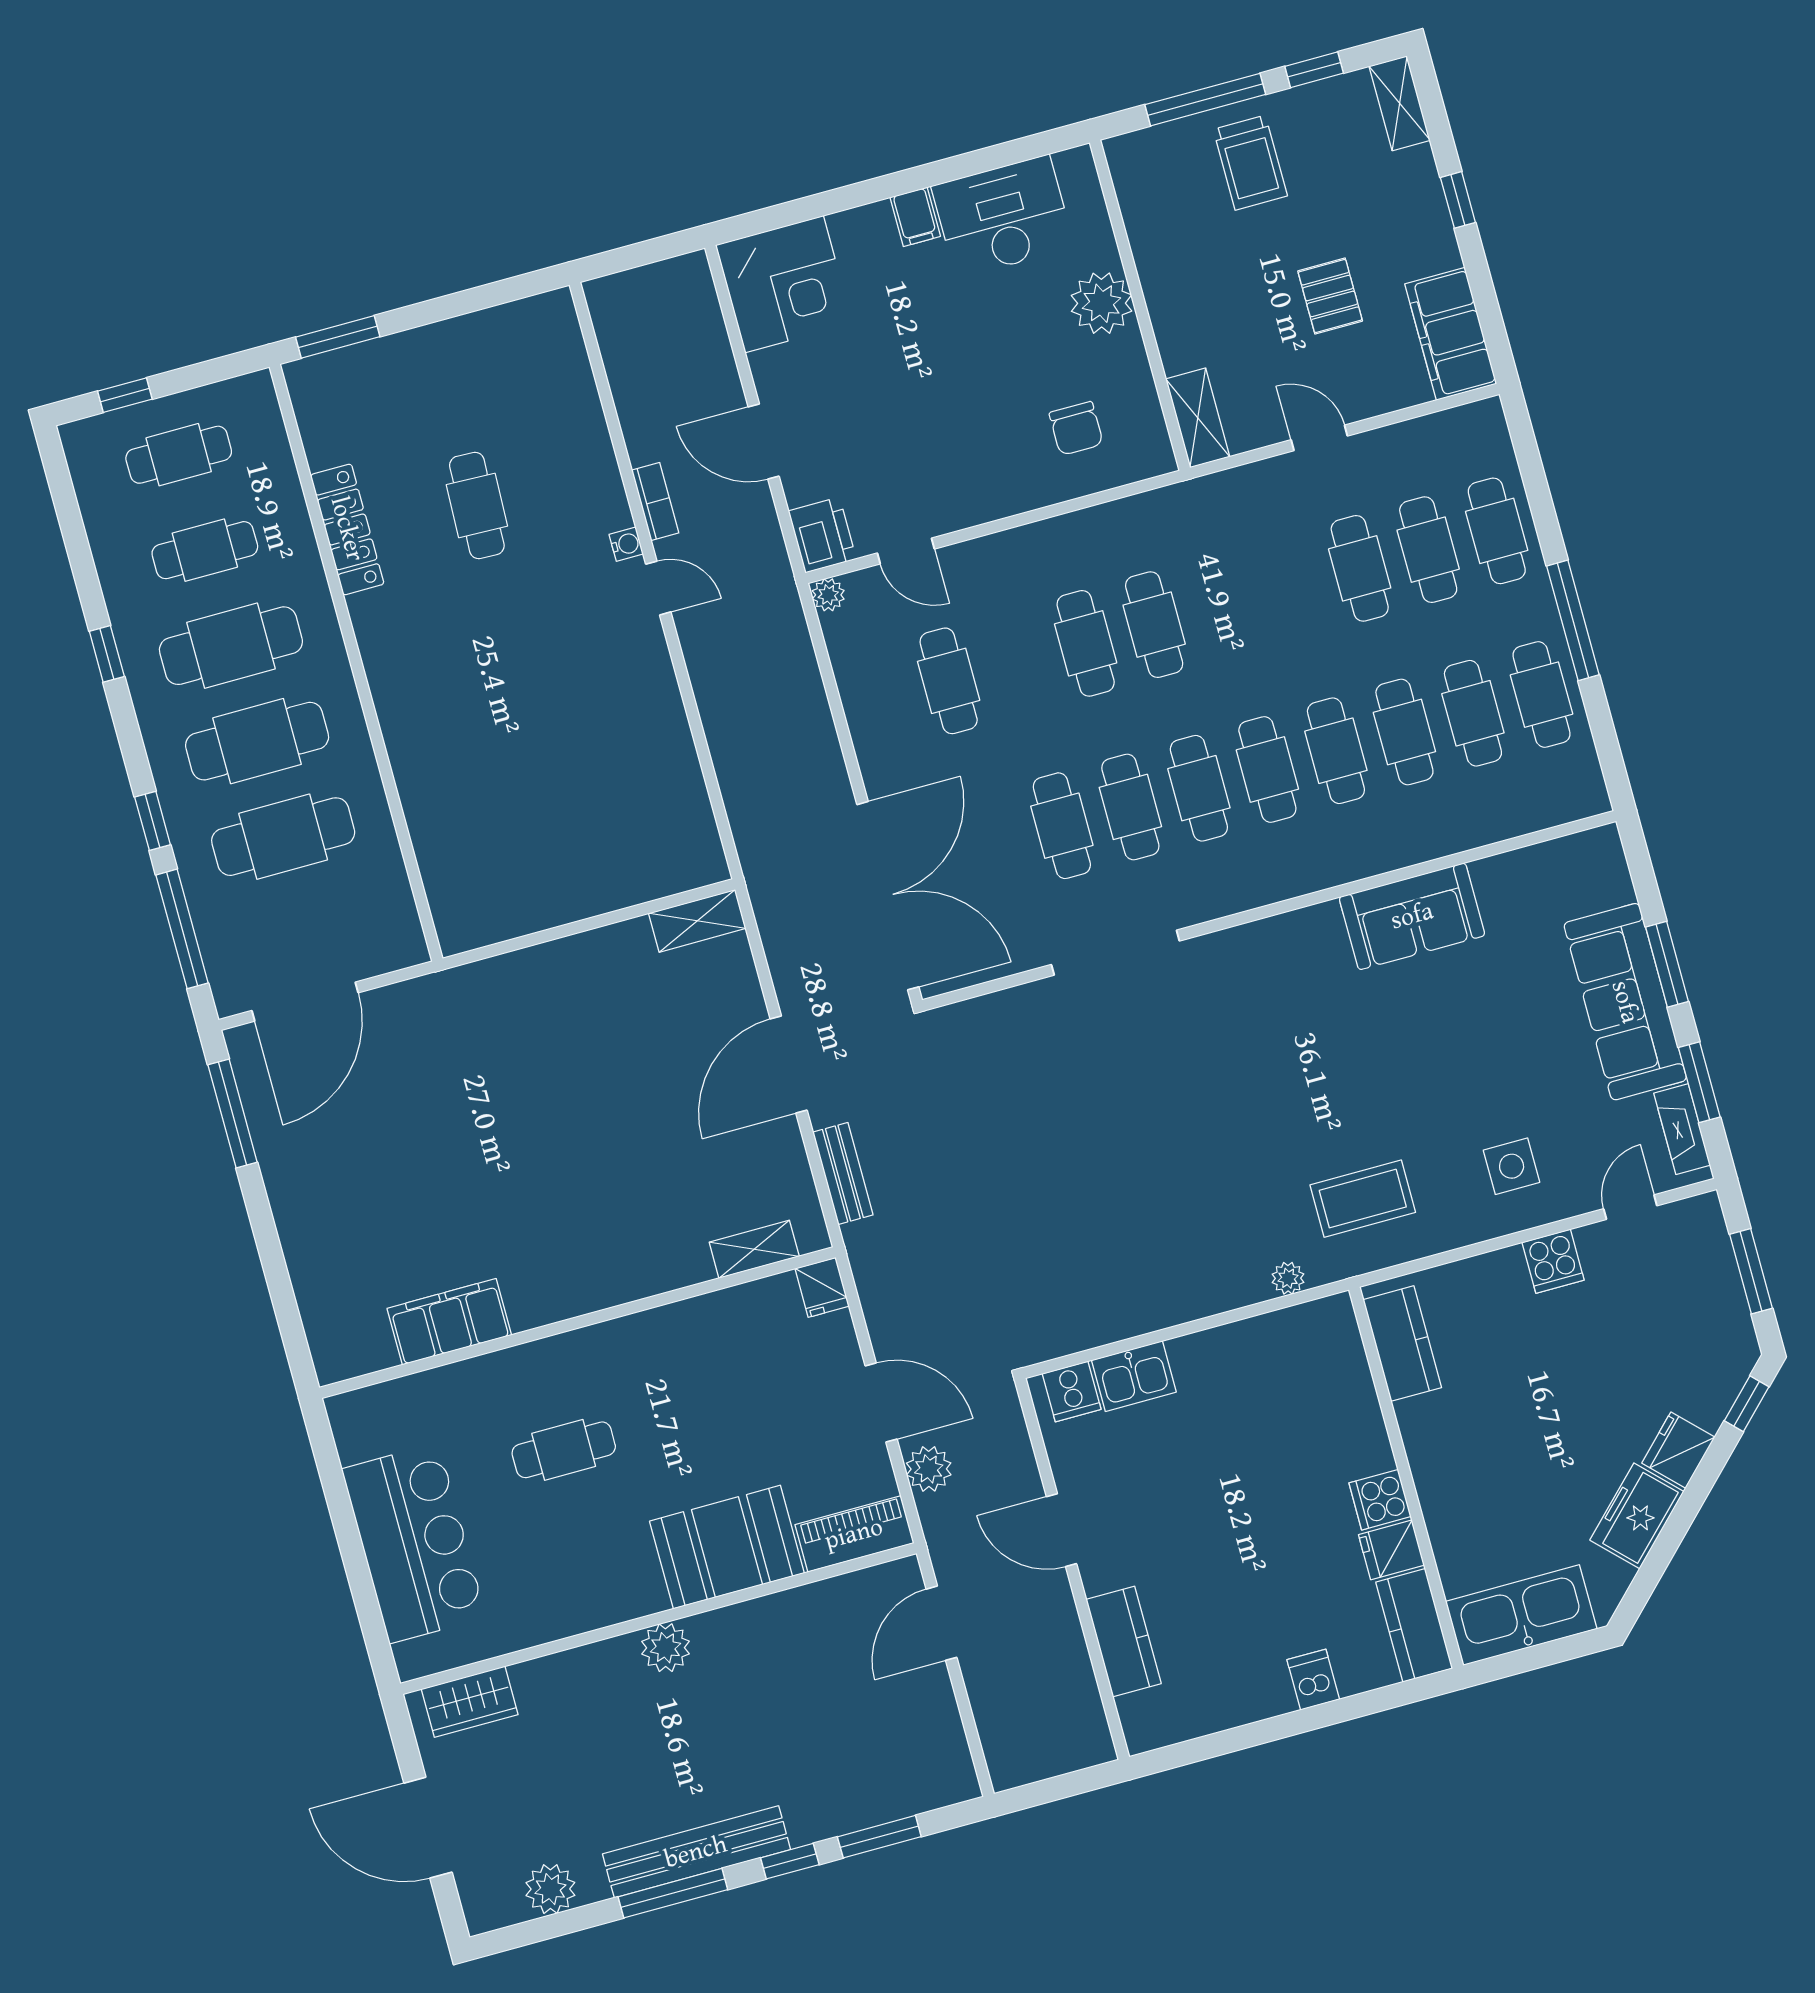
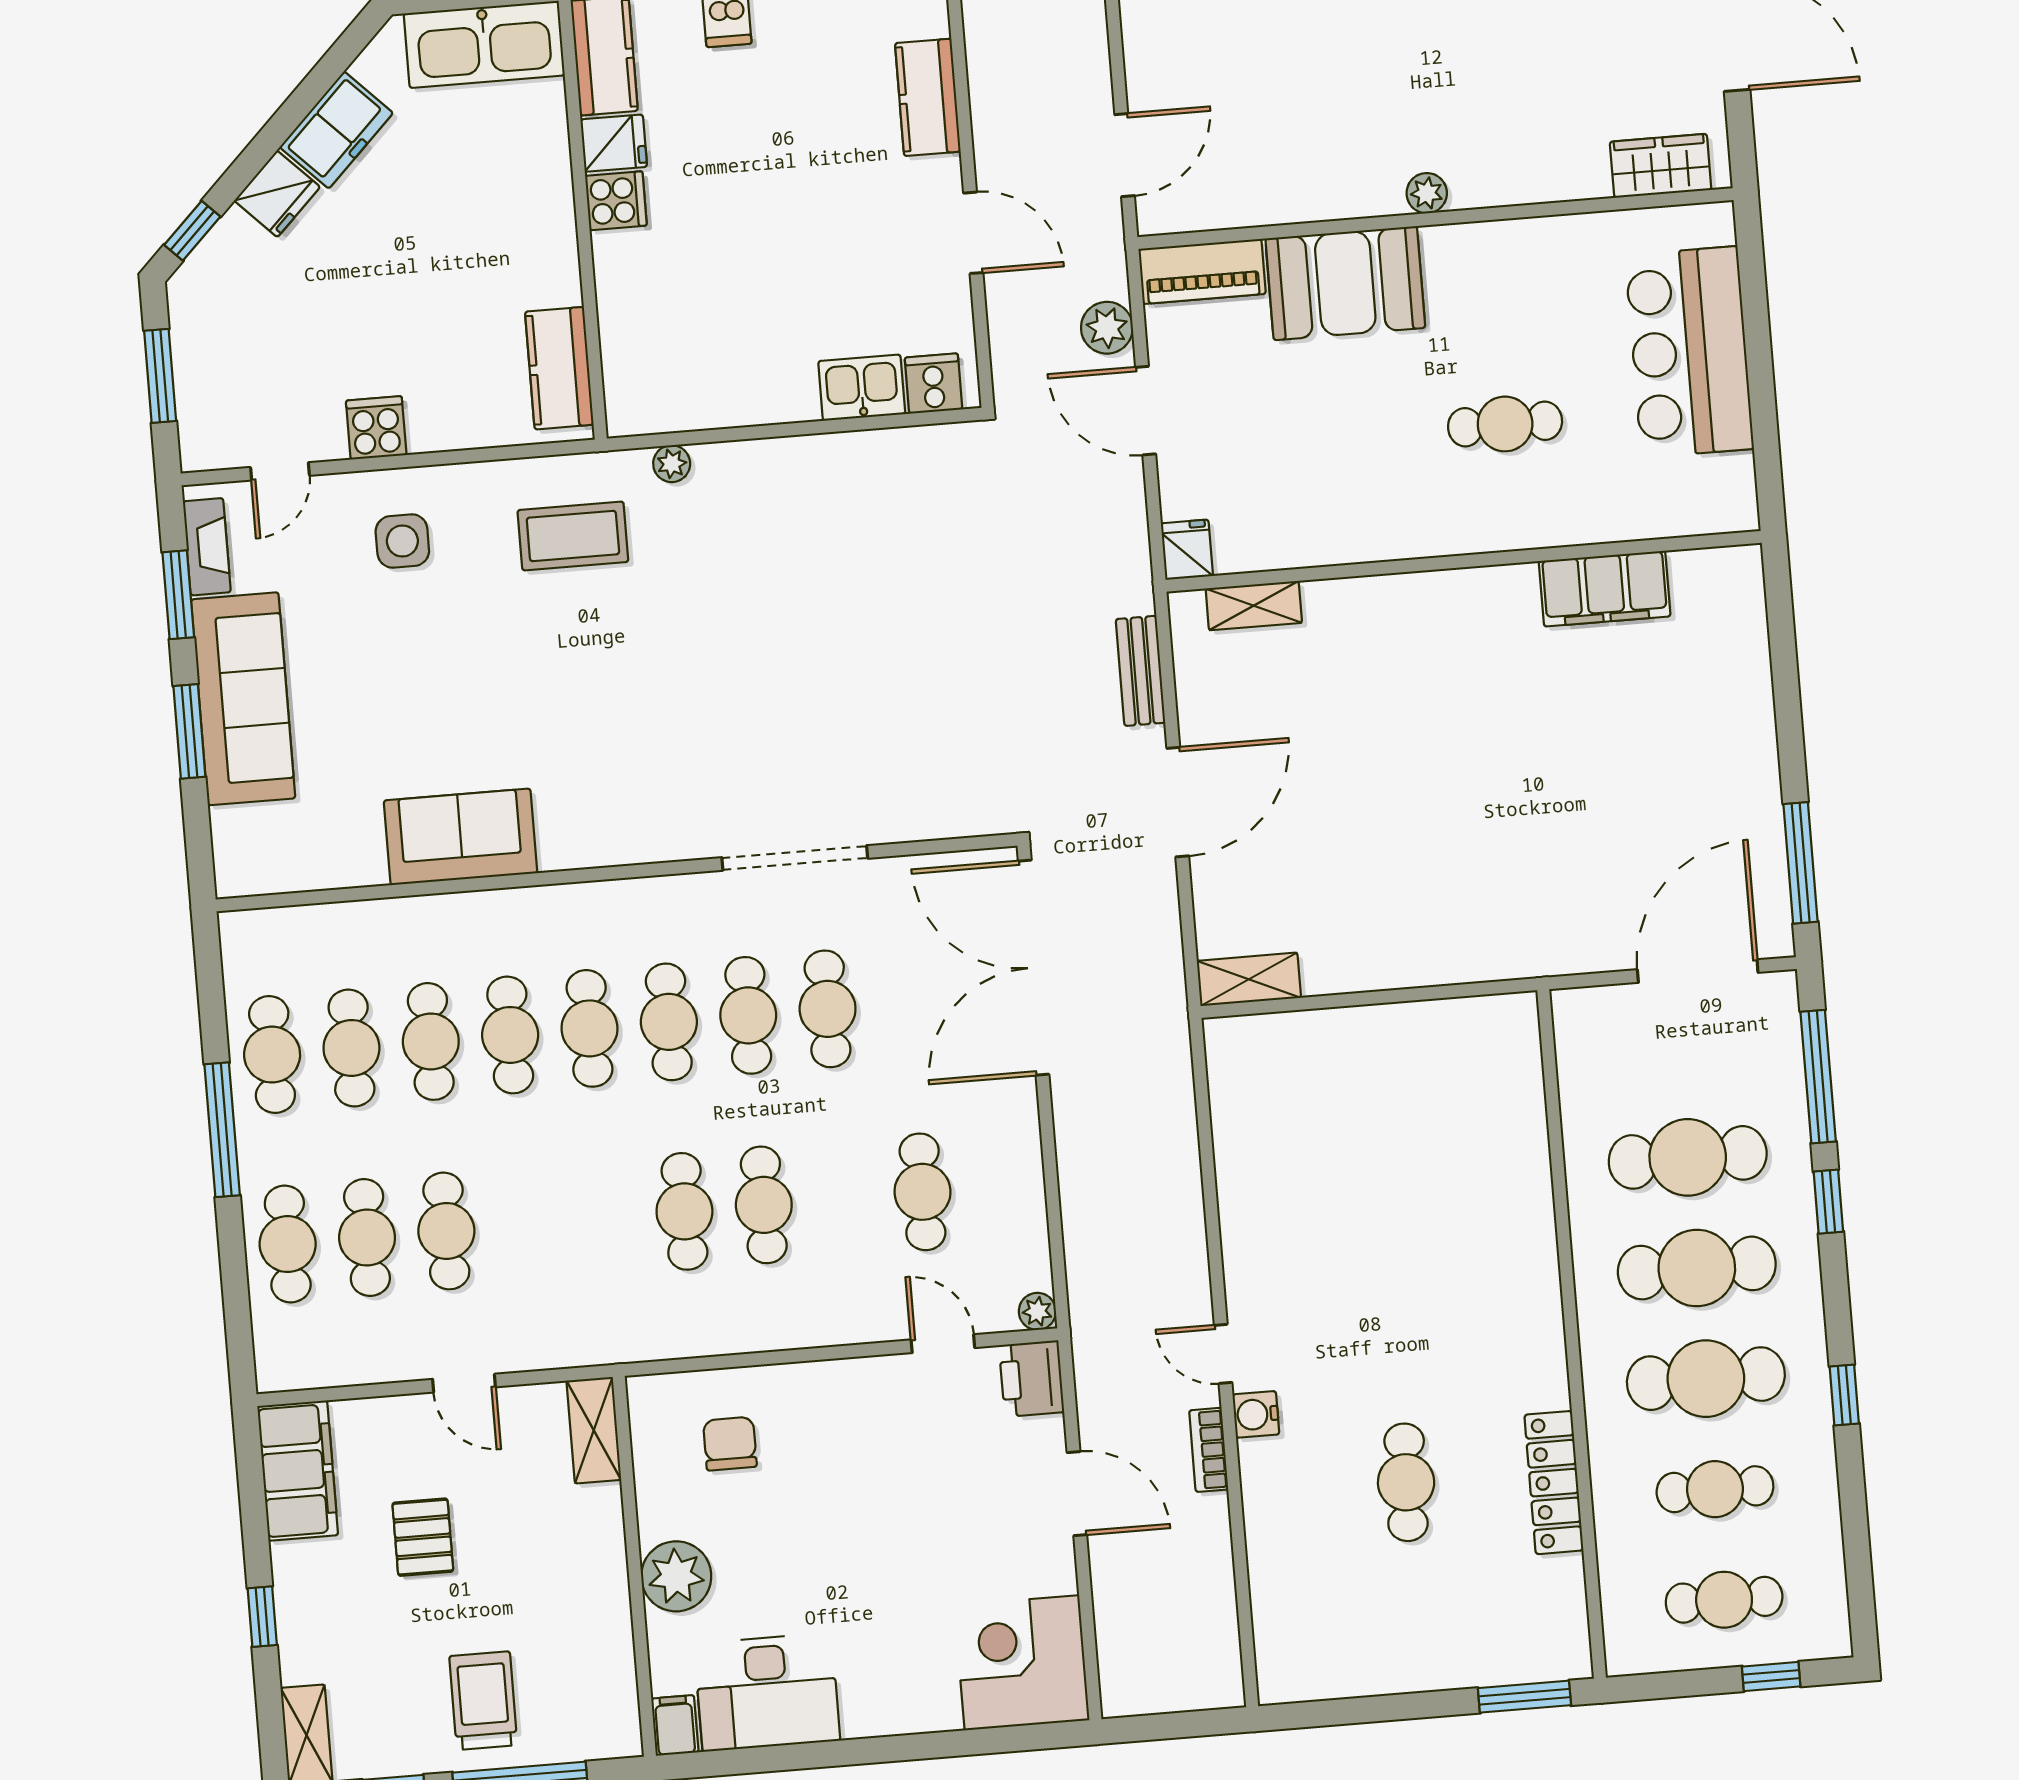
filing cabinet: (915, 217) -> (675, 1725), moved
water cooler: (626, 544) -> (1256, 1414), width x1.38, depth x1.38
plant: (666, 1648) -> (1427, 193), width x0.73, depth x0.73

